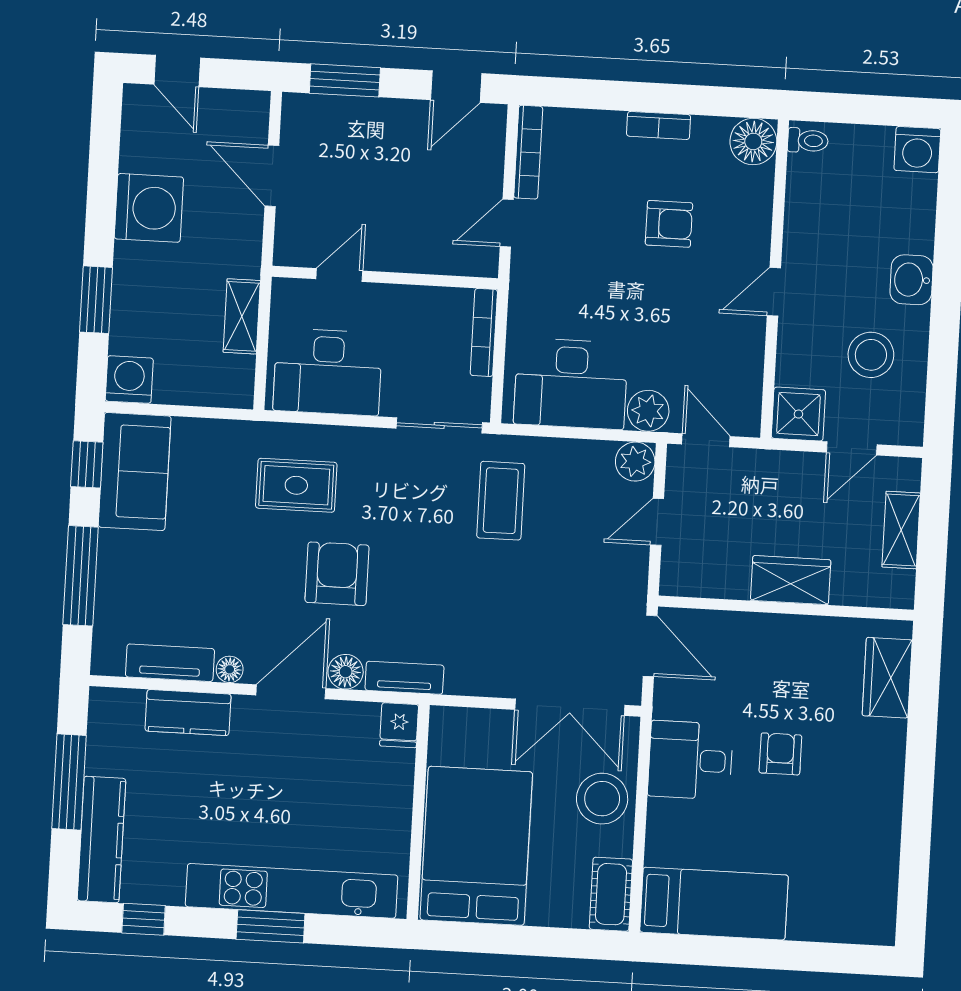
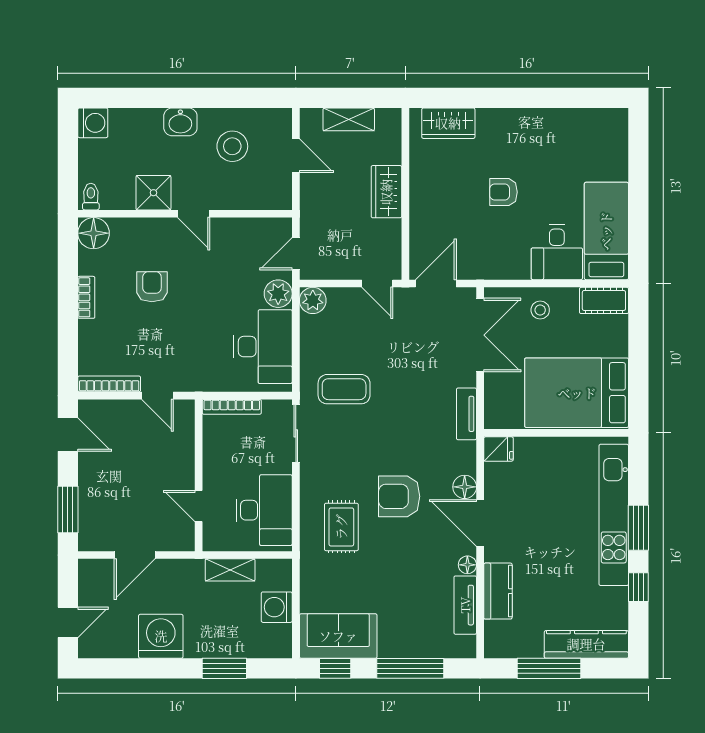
washing machine: (129, 380) -> (277, 607), moved
shower: (798, 414) -> (153, 193), moved
door: (657, 522) -> (377, 283), moved
tv unit: (404, 678) -> (466, 414), moved
desk: (690, 760) -> (557, 252), moved
stool: (602, 799) -> (540, 310), width x0.53, depth x0.53
window: (144, 919) -> (638, 587), moved

